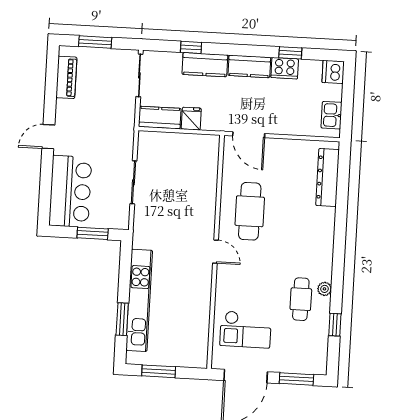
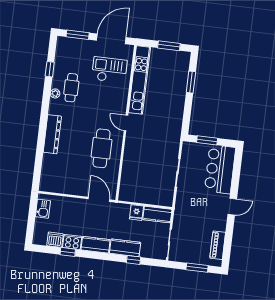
dishwasher: (333, 72) -> (55, 240), moved, turned -90
dresser: (328, 177) -> (52, 134), moved
kitchen unit: (139, 300) -> (139, 80), moved, turned 180

